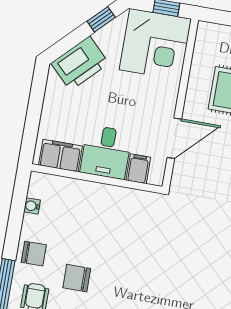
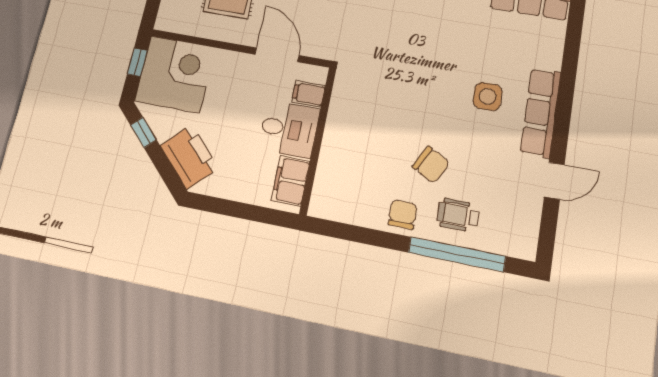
water cooler: (32, 206) -> (347, 215), removed
chair: (77, 278) -> (431, 165), turned -62

